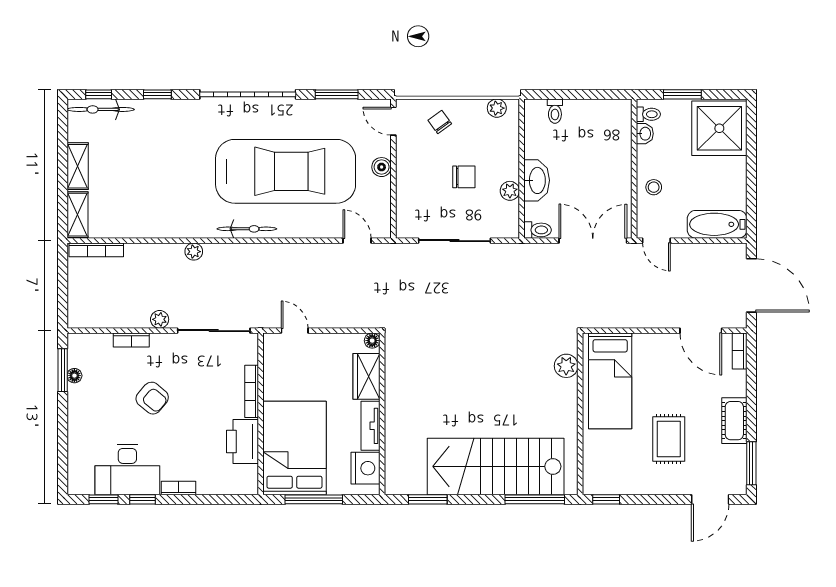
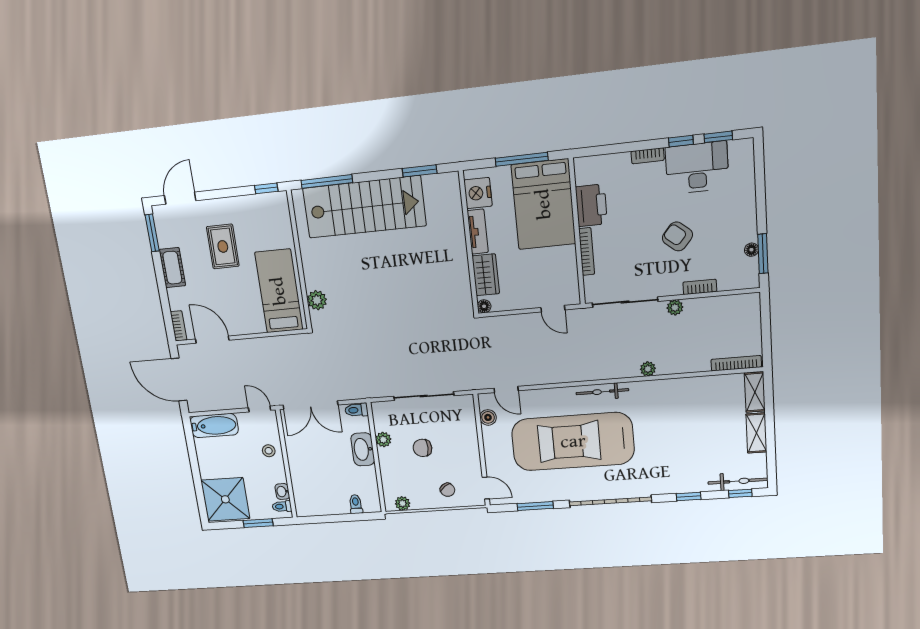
boiler: (382, 167) -> (488, 417), moved

